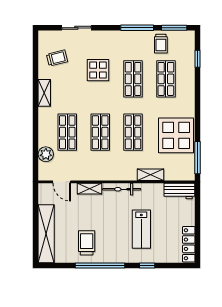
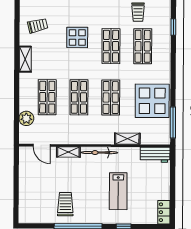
shelving: (46, 234) -> (26, 195), removed
locker: (189, 244) -> (164, 212), width x0.66

